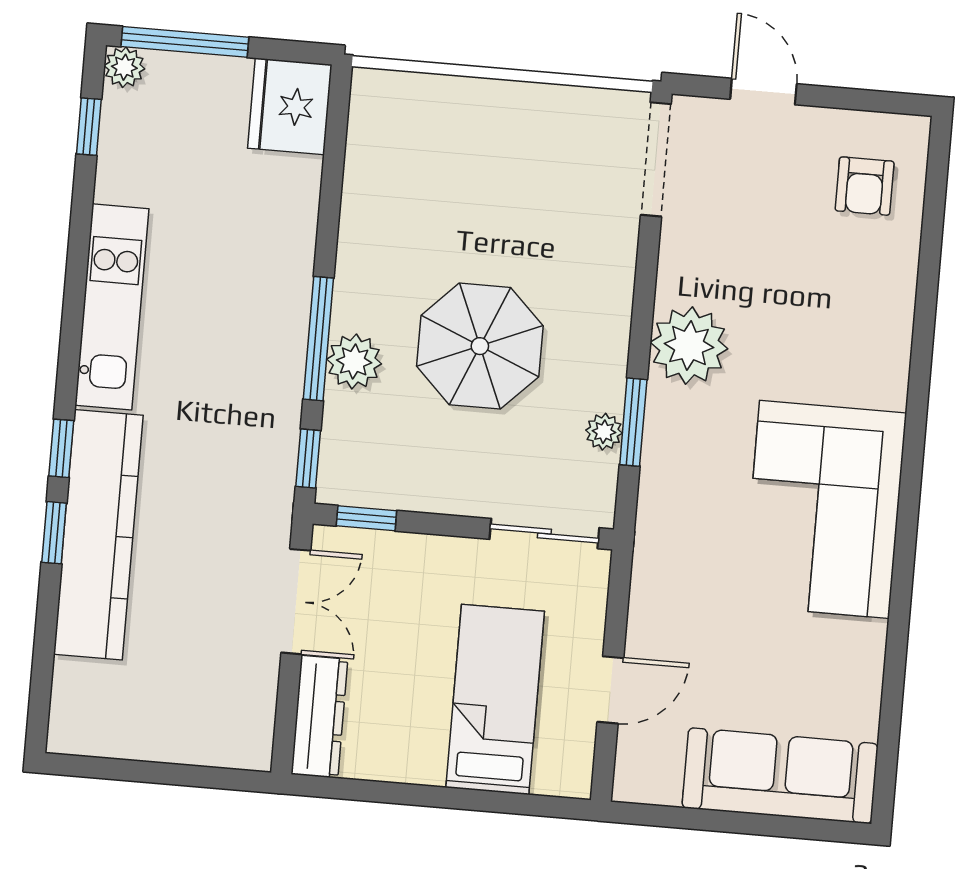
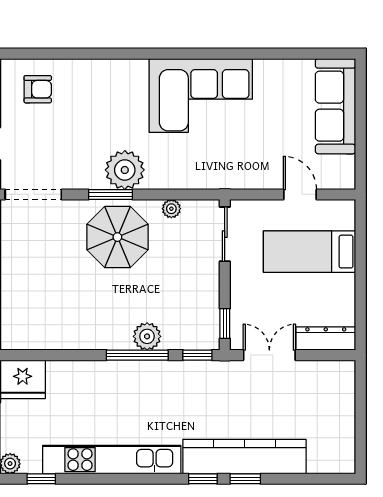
kitchen unit: (112, 307) -> (112, 460), width x1.36
parasol: (480, 346) -> (117, 237), moved
window: (633, 422) -> (110, 194), moved

